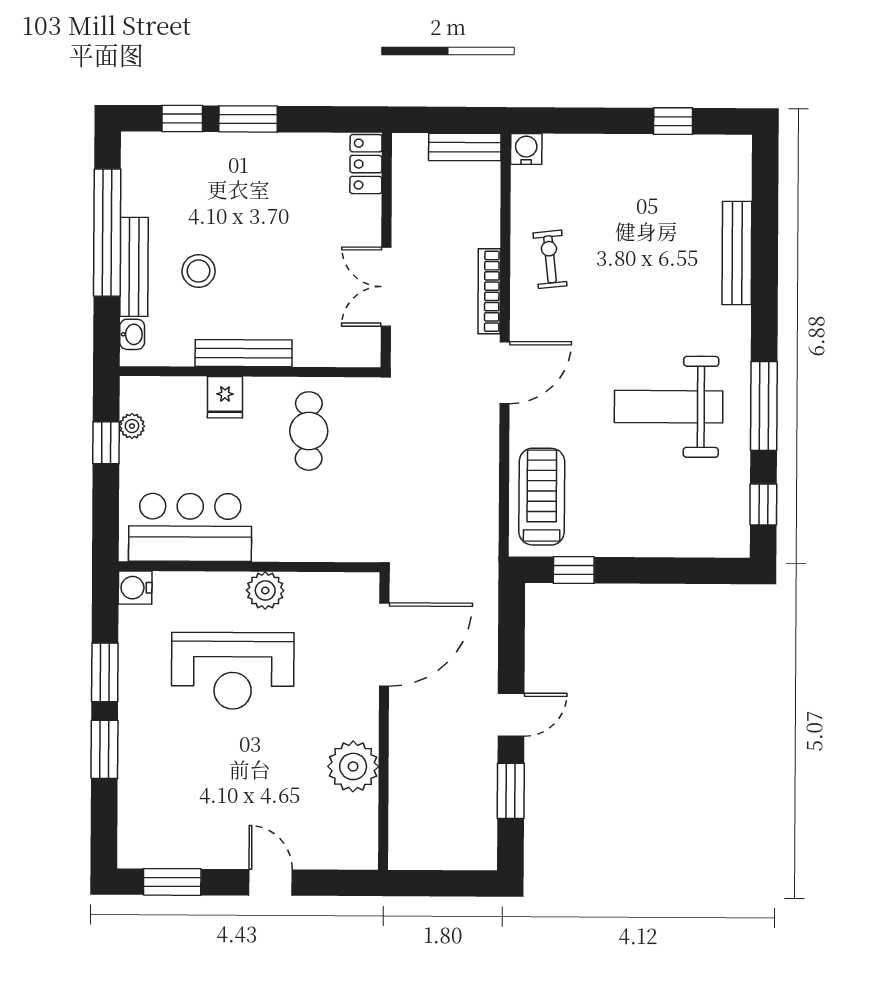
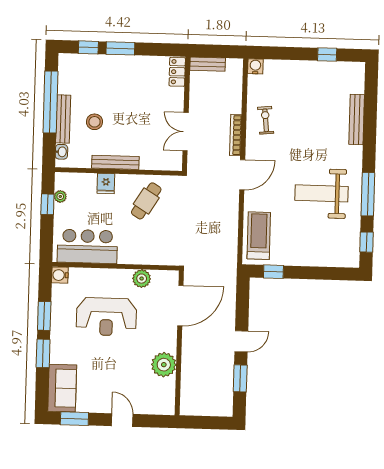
bench: (465, 147) -> (208, 64), moved
cafe table: (309, 431) -> (146, 201), turned 32
plant: (265, 590) -> (142, 279), moved
sofa: (145, 820) -> (62, 388), added

